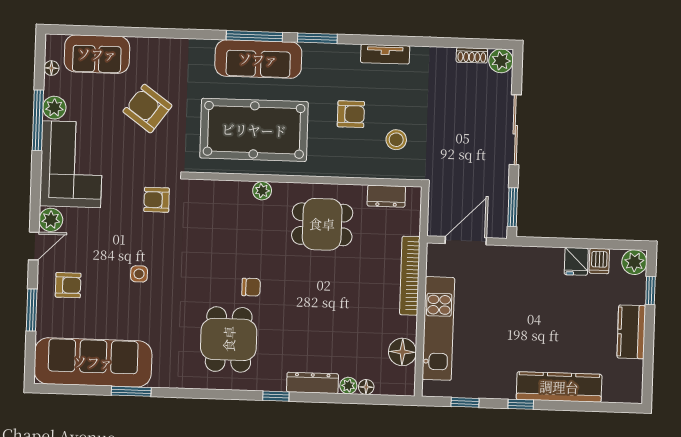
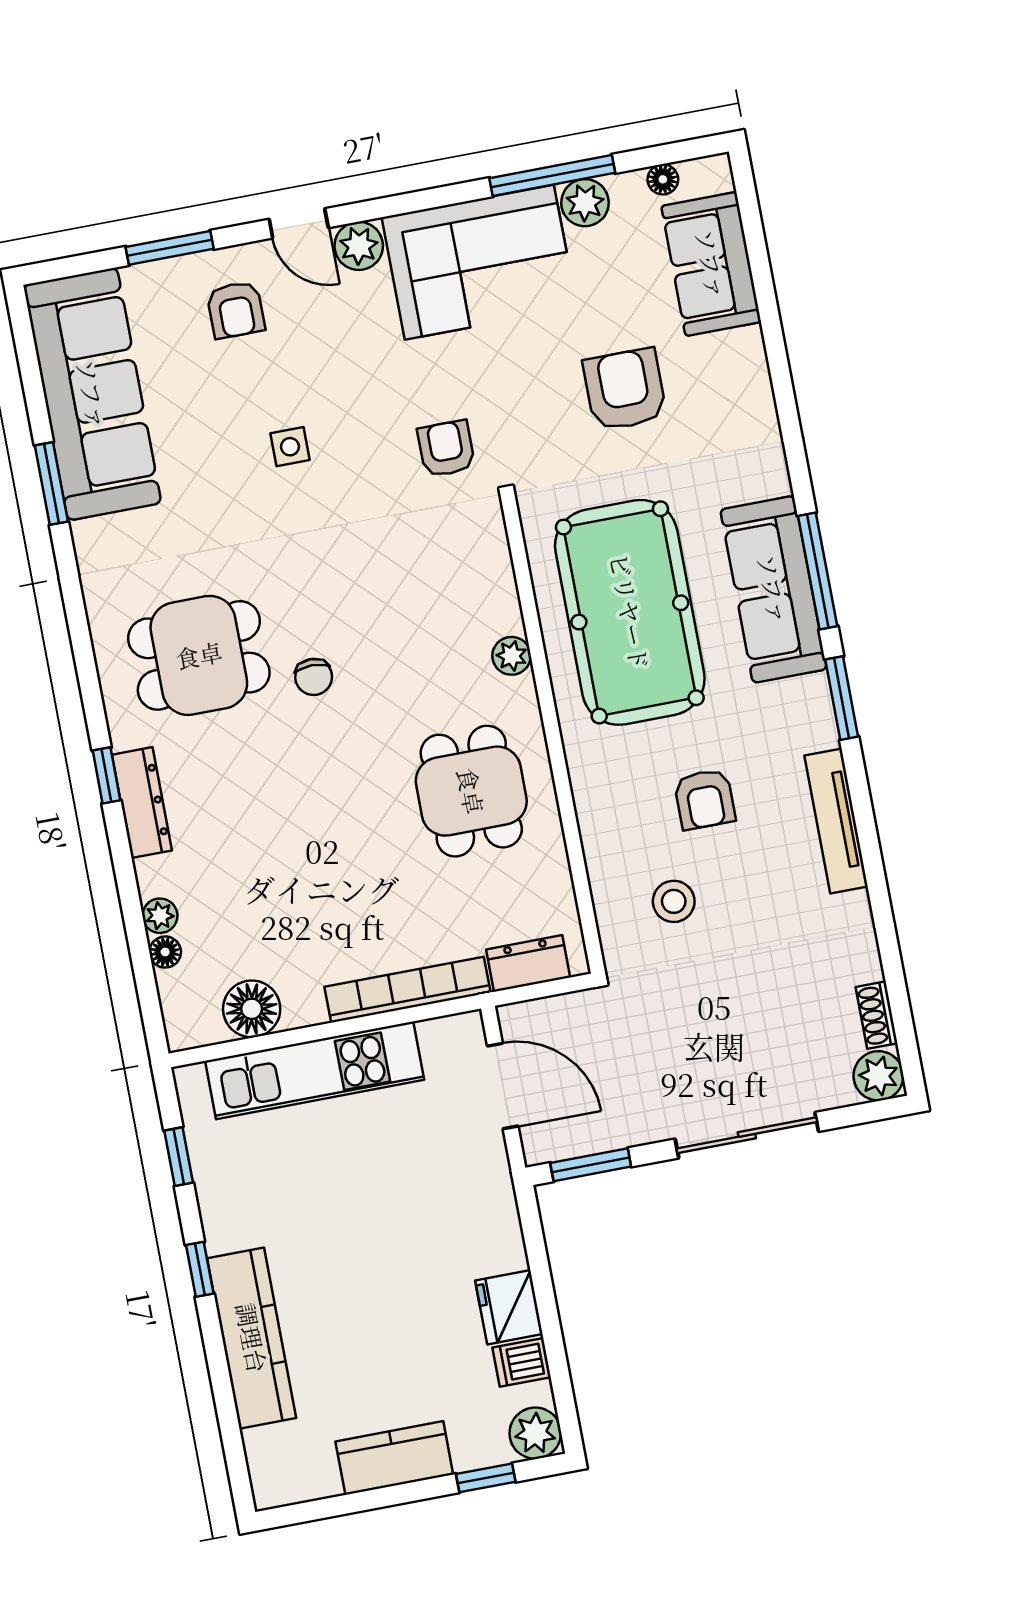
tv unit: (385, 54) -> (836, 821), width x1.41
armchair: (147, 109) -> (625, 389), turned -36
dresser: (386, 196) -> (528, 963), moved, turned 90
fridge: (576, 261) -> (509, 1307), width x1.38
dresser: (312, 383) -> (142, 803), moved

